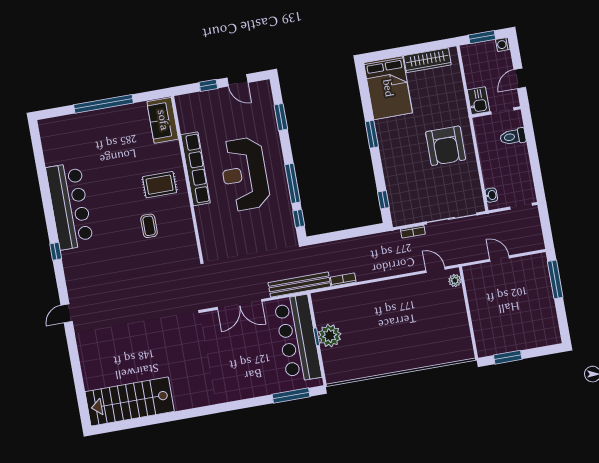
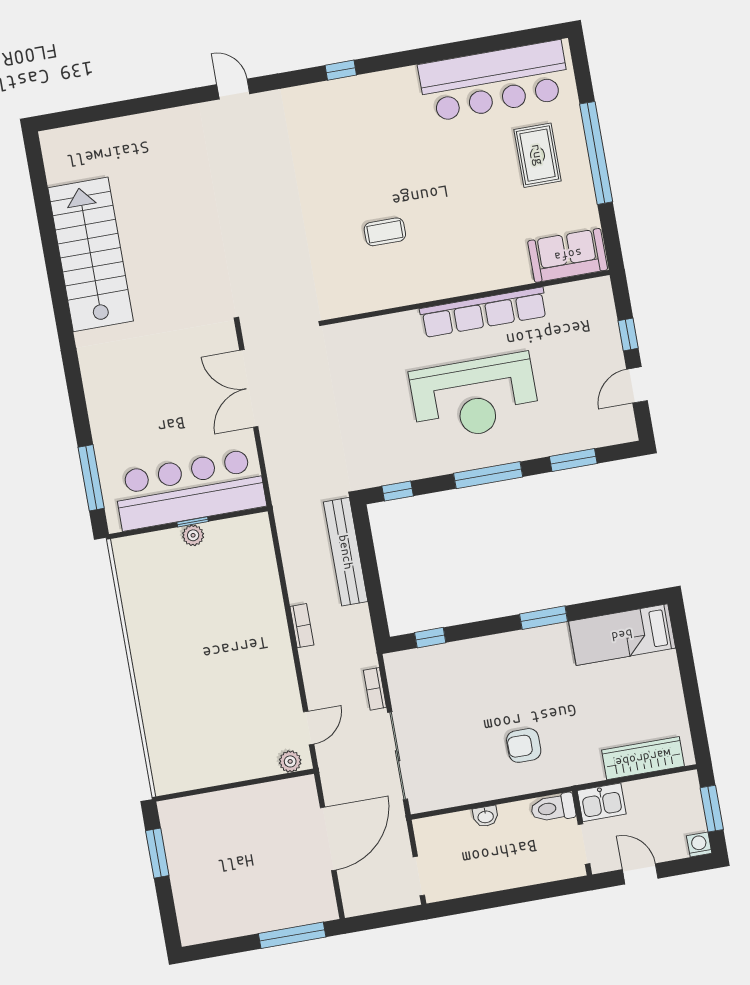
wardrobe: (427, 60) -> (643, 758), moved, turned 90
bed: (388, 88) -> (622, 635), width x0.67
toilet: (513, 137) -> (553, 808), moved, turned -90
armchair: (446, 146) -> (524, 745), width x0.53, depth x0.53
reception desk: (244, 174) -> (475, 397), turned 180
window: (293, 183) -> (488, 475), moved
rug: (160, 185) -> (538, 155), moved
washbasin: (491, 195) -> (486, 816), moved
bar counter: (70, 206) -> (494, 81), moved
door: (500, 259) -> (328, 839), width x1.87
bookcase: (343, 280) -> (302, 626), moved
bench: (299, 285) -> (346, 552), moved
plant: (330, 336) -> (193, 535), width x0.53, depth x0.53
stairs: (130, 401) -> (91, 254), moved

